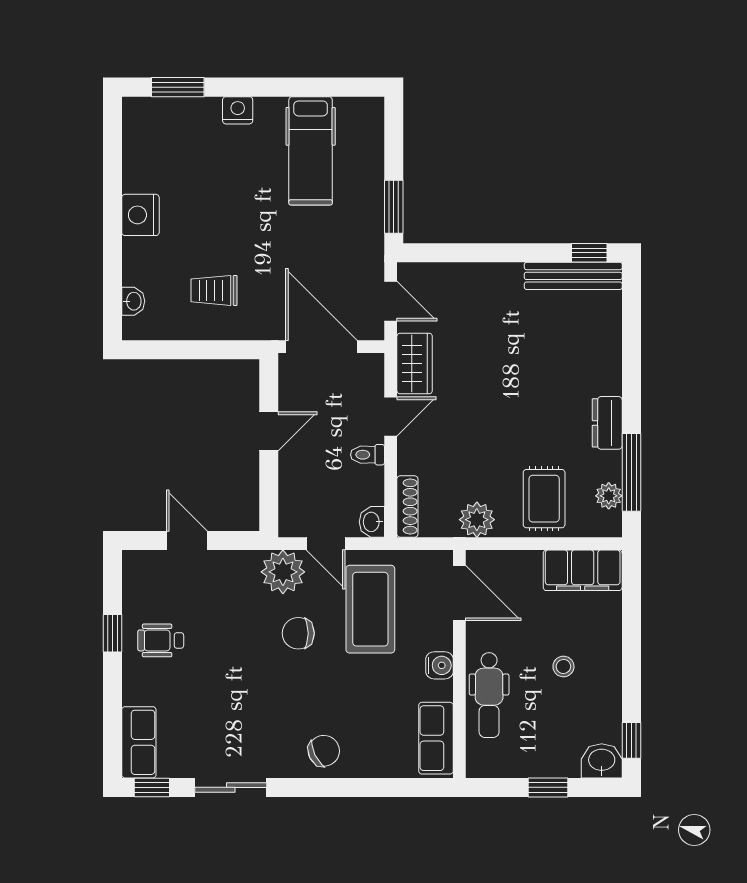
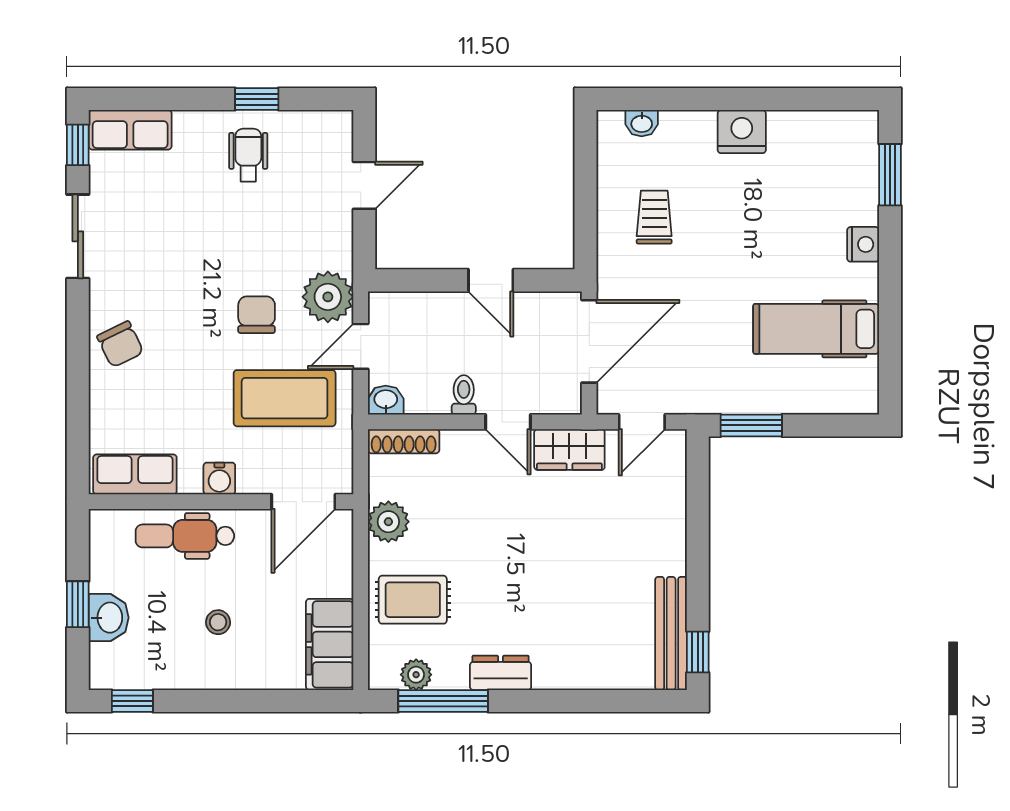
washbasin: (602, 761) -> (109, 618), moved

